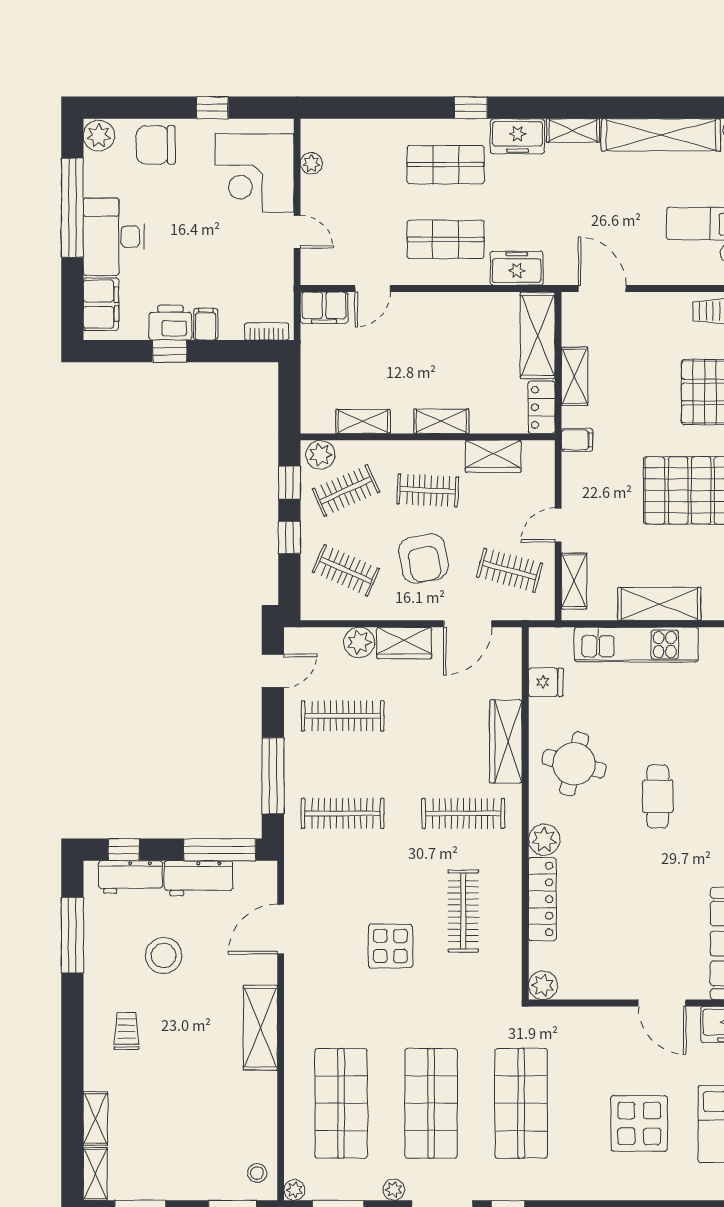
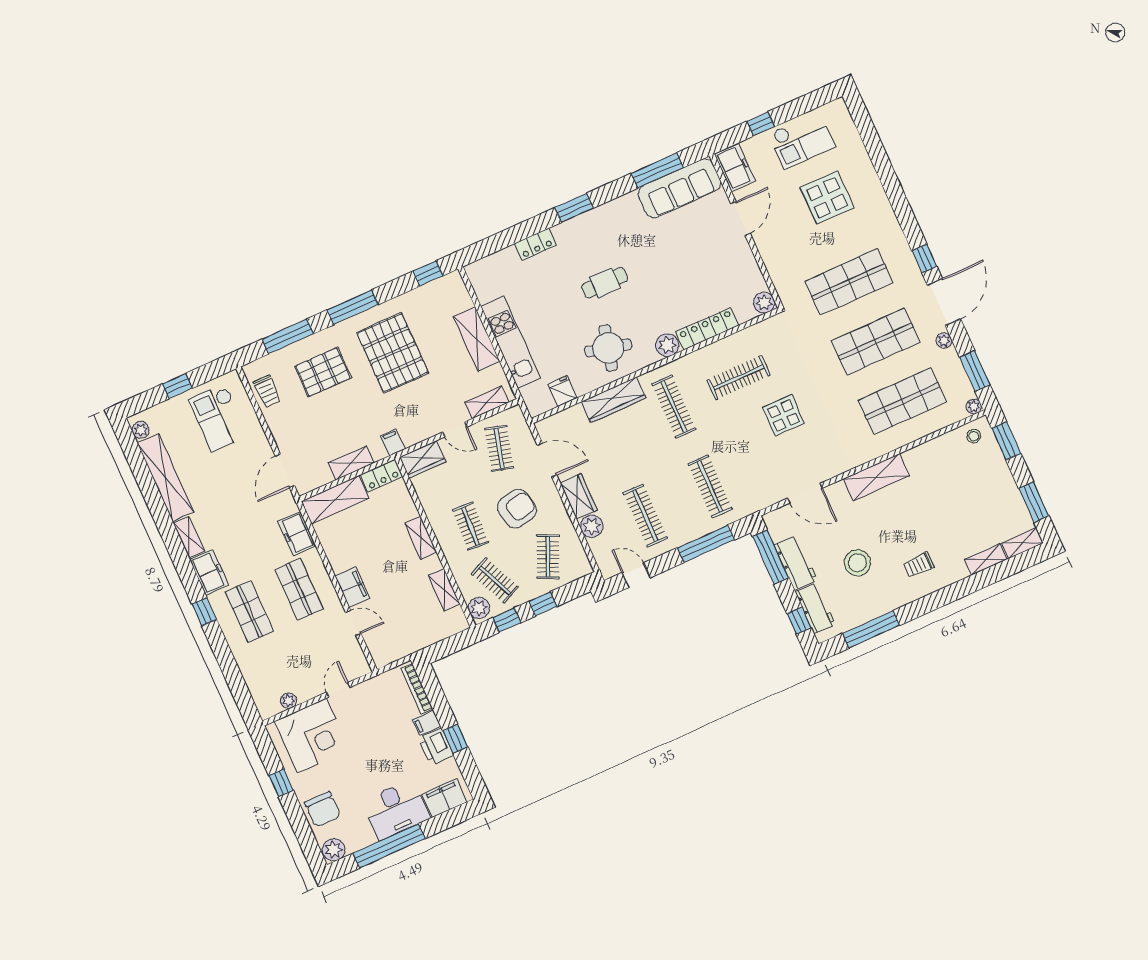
filing cabinet: (324, 308) -> (352, 587), moved
bookcase: (267, 331) -> (417, 689), width x1.56
wardrobe: (493, 456) -> (423, 459), moved, turned 90

